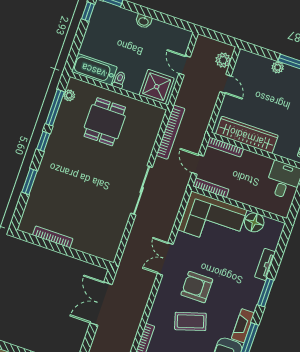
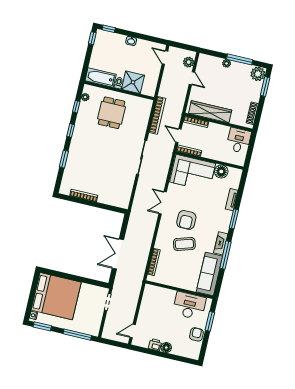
door: (185, 65) -> (165, 57), moved
shower: (157, 87) -> (133, 82), moved
window: (55, 108) -> (76, 107), width x0.46
armchair: (197, 287) -> (186, 220), turned -90
double door: (101, 304) -> (118, 254), moved

